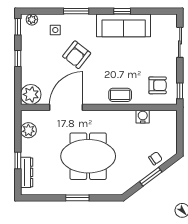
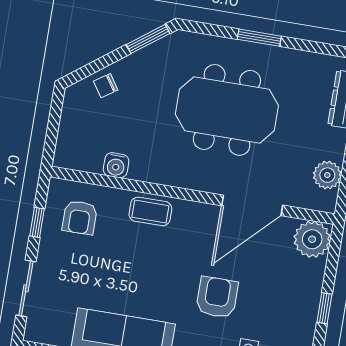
armchair: (77, 55) -> (217, 297), turned -38
armchair: (158, 85) -> (80, 217), turned -90
window: (180, 91) -> (37, 222), moved
window: (151, 177) -> (148, 39), moved

